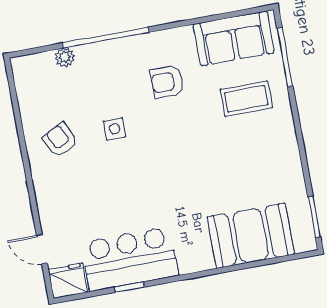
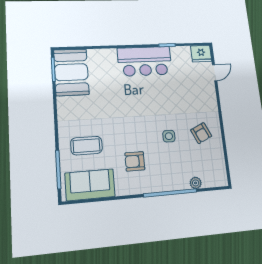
armchair: (167, 82) -> (135, 161), turned 180
booth: (251, 236) -> (71, 72), moved, turned 90
door: (42, 249) -> (215, 73), hinge flipped
bar counter: (130, 259) -> (145, 61), moved

